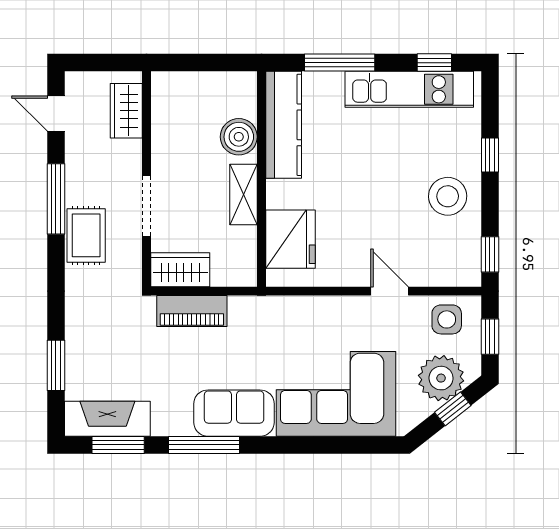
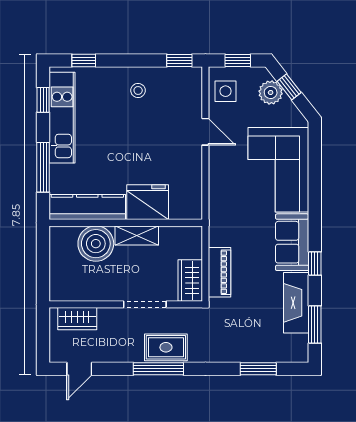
boiler: (239, 137) -> (96, 244), width x1.37, depth x1.37
window: (490, 155) -> (84, 60), moved
stool: (448, 196) -> (138, 90), width x0.53, depth x0.53
window: (56, 199) -> (158, 369), moved
fridge: (290, 239) -> (148, 202), moved
door: (390, 291) -> (205, 132), swing flipped
plant: (441, 378) -> (271, 93), width x0.73, depth x0.73
fireplace: (107, 419) -> (296, 303), moved
window: (204, 445) -> (315, 264), width x0.46

